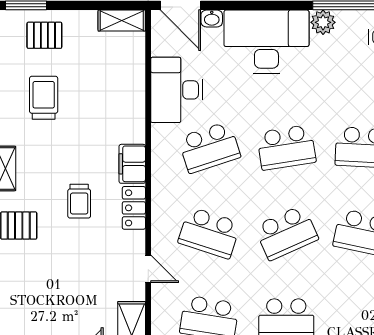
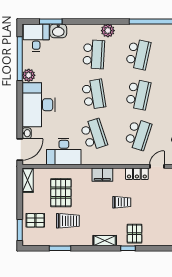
pallet: (44, 35) -> (35, 220), turned 90
pallet: (97, 84) -> (61, 193), added
trolley: (44, 98) -> (68, 221), turned 180
locker: (134, 208) -> (137, 174), moved
school desk: (286, 233) -> (138, 94), turned 36

